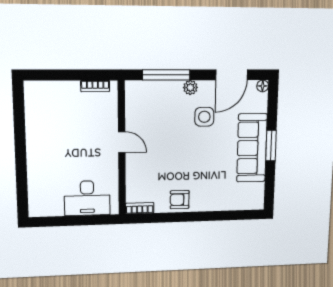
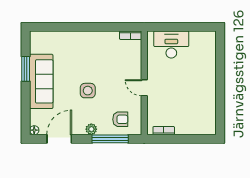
side table: (204, 117) -> (88, 91), moved
window: (271, 146) -> (26, 69), moved
armchair: (180, 200) -> (120, 119), moved

